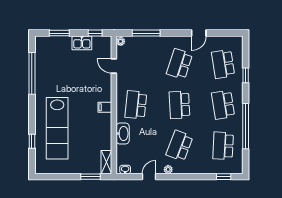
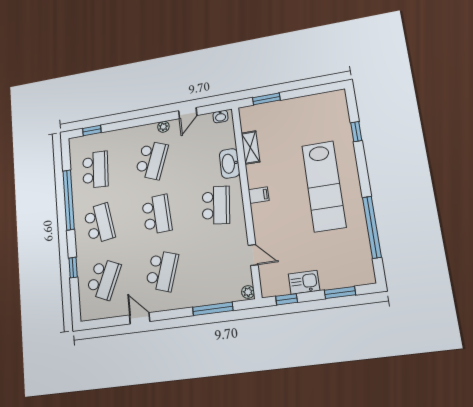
door: (199, 33) -> (140, 318), hinge flipped
school desk: (223, 64) -> (104, 279), turned 33
lab bench: (57, 128) -> (324, 186), moved, turned 180
shelving: (106, 162) -> (250, 148), moved

